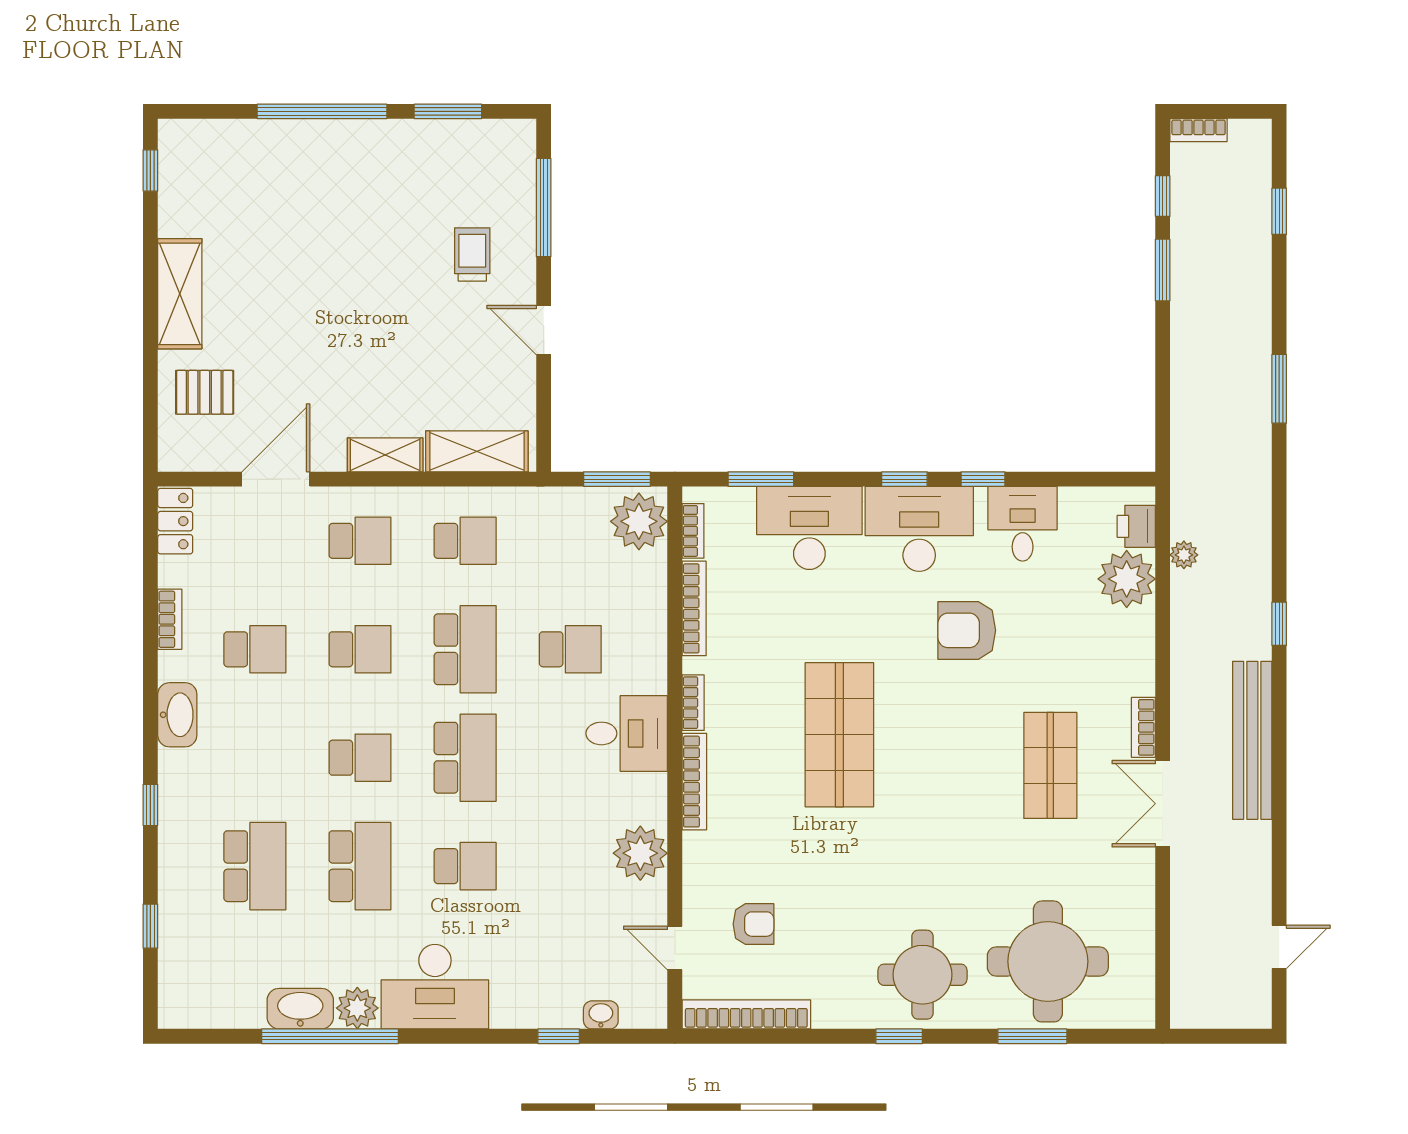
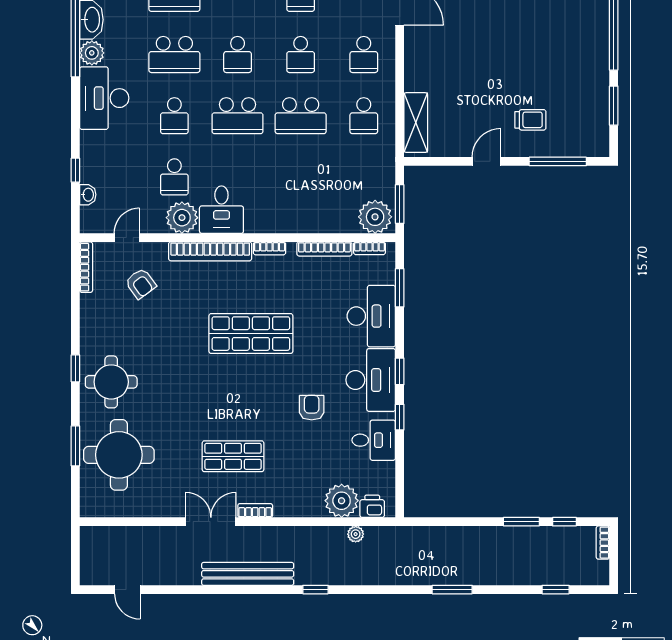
shelving: (385, 455) -> (414, 69), removed
armchair: (967, 630) -> (312, 408), width x0.72, depth x0.72
school desk: (570, 649) -> (174, 177), moved
desk: (627, 733) -> (221, 210), moved
bookcase: (694, 782) -> (210, 251), width x1.48, depth x1.31
armchair: (754, 924) -> (141, 284), turned -36
bookcase: (746, 1014) -> (86, 267), width x0.68, depth x0.76

